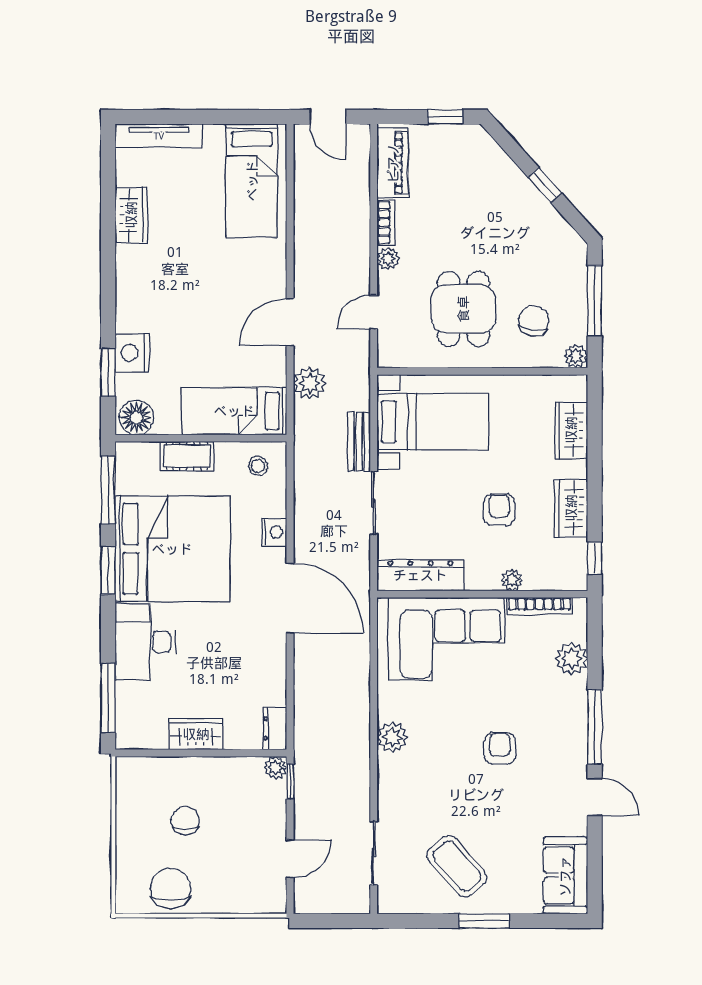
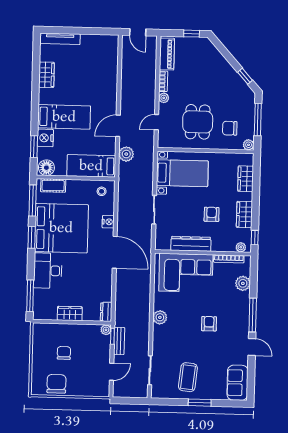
bed: (252, 181) -> (64, 117), moved, turned -90
window: (545, 185) -> (245, 76), moved
chair: (534, 321) -> (230, 128), turned -100
bench: (359, 441) -> (119, 341), moved
cot: (187, 456) -> (53, 185), moved
dresser: (420, 575) -> (191, 244), moved
plant: (512, 580) -> (241, 247), moved
coffee table: (457, 866) -> (188, 377), turned 47

